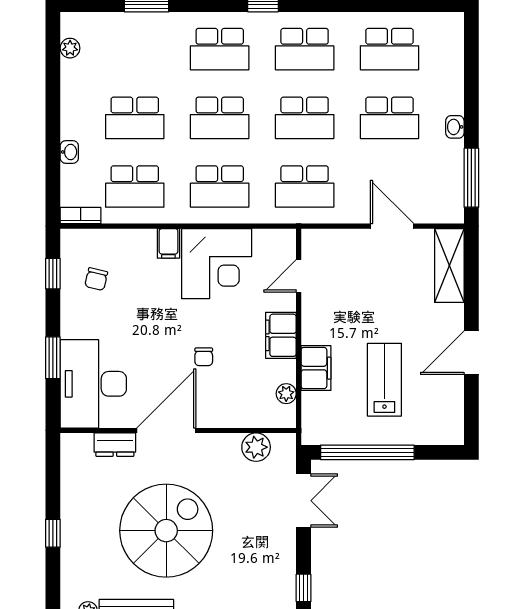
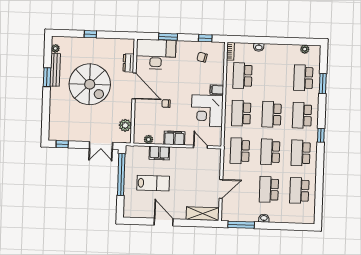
school desk: (135, 118) -> (303, 78), moved

